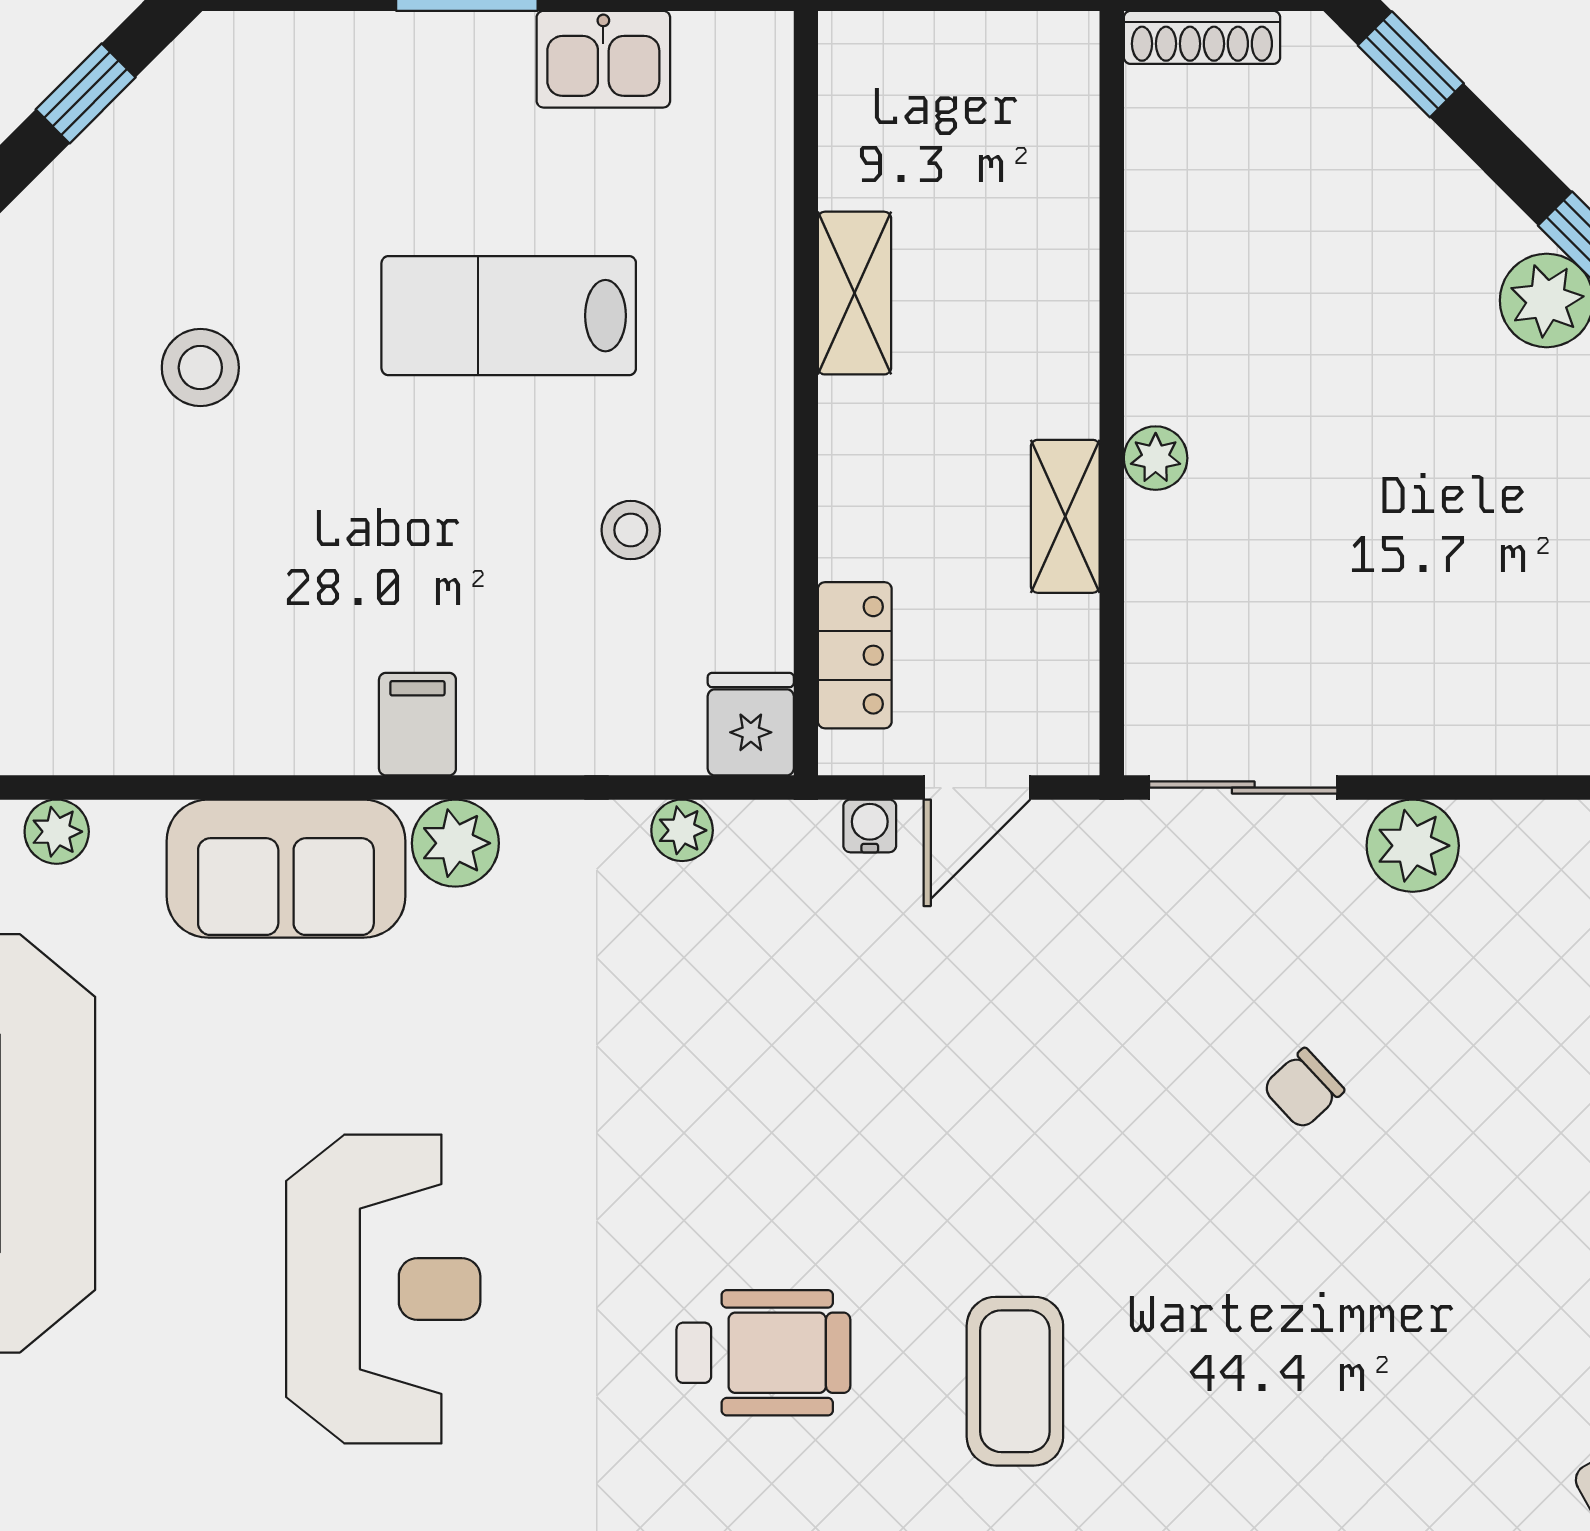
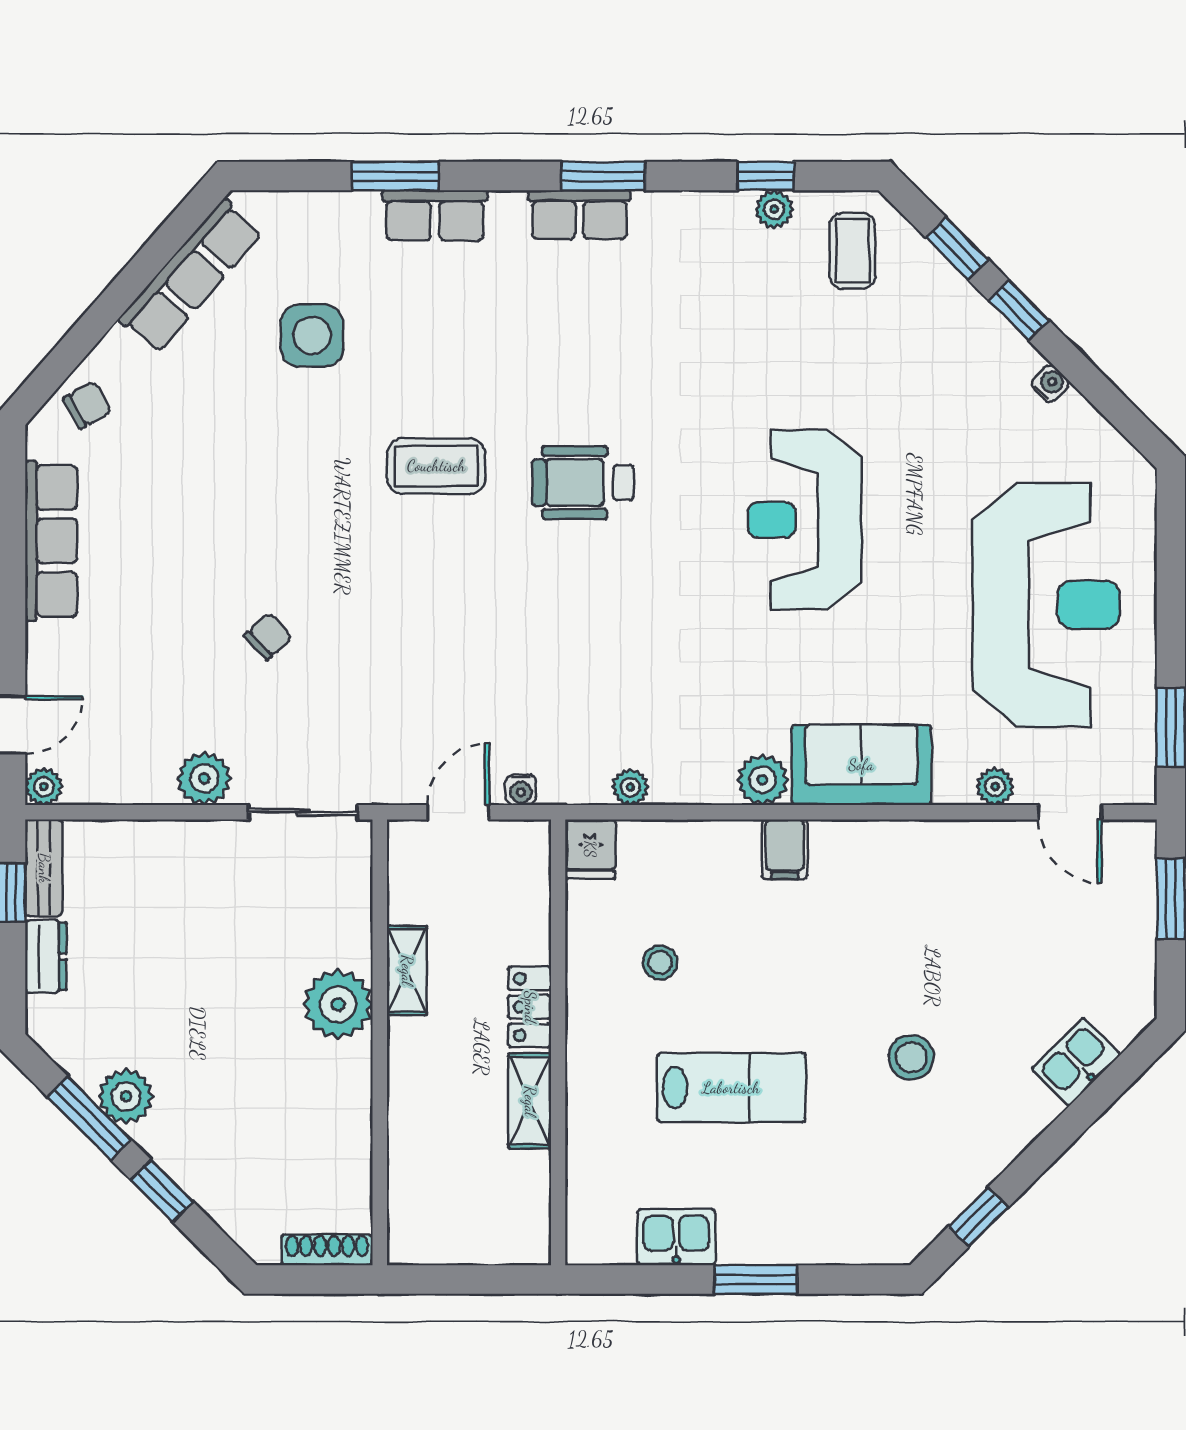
window: (1411, 64) -> (162, 1191), moved
plant: (1156, 458) -> (338, 1004), width x1.88, depth x1.88
locker: (855, 655) -> (530, 1007), moved
coffee table: (1015, 1381) -> (436, 466), turned 90

